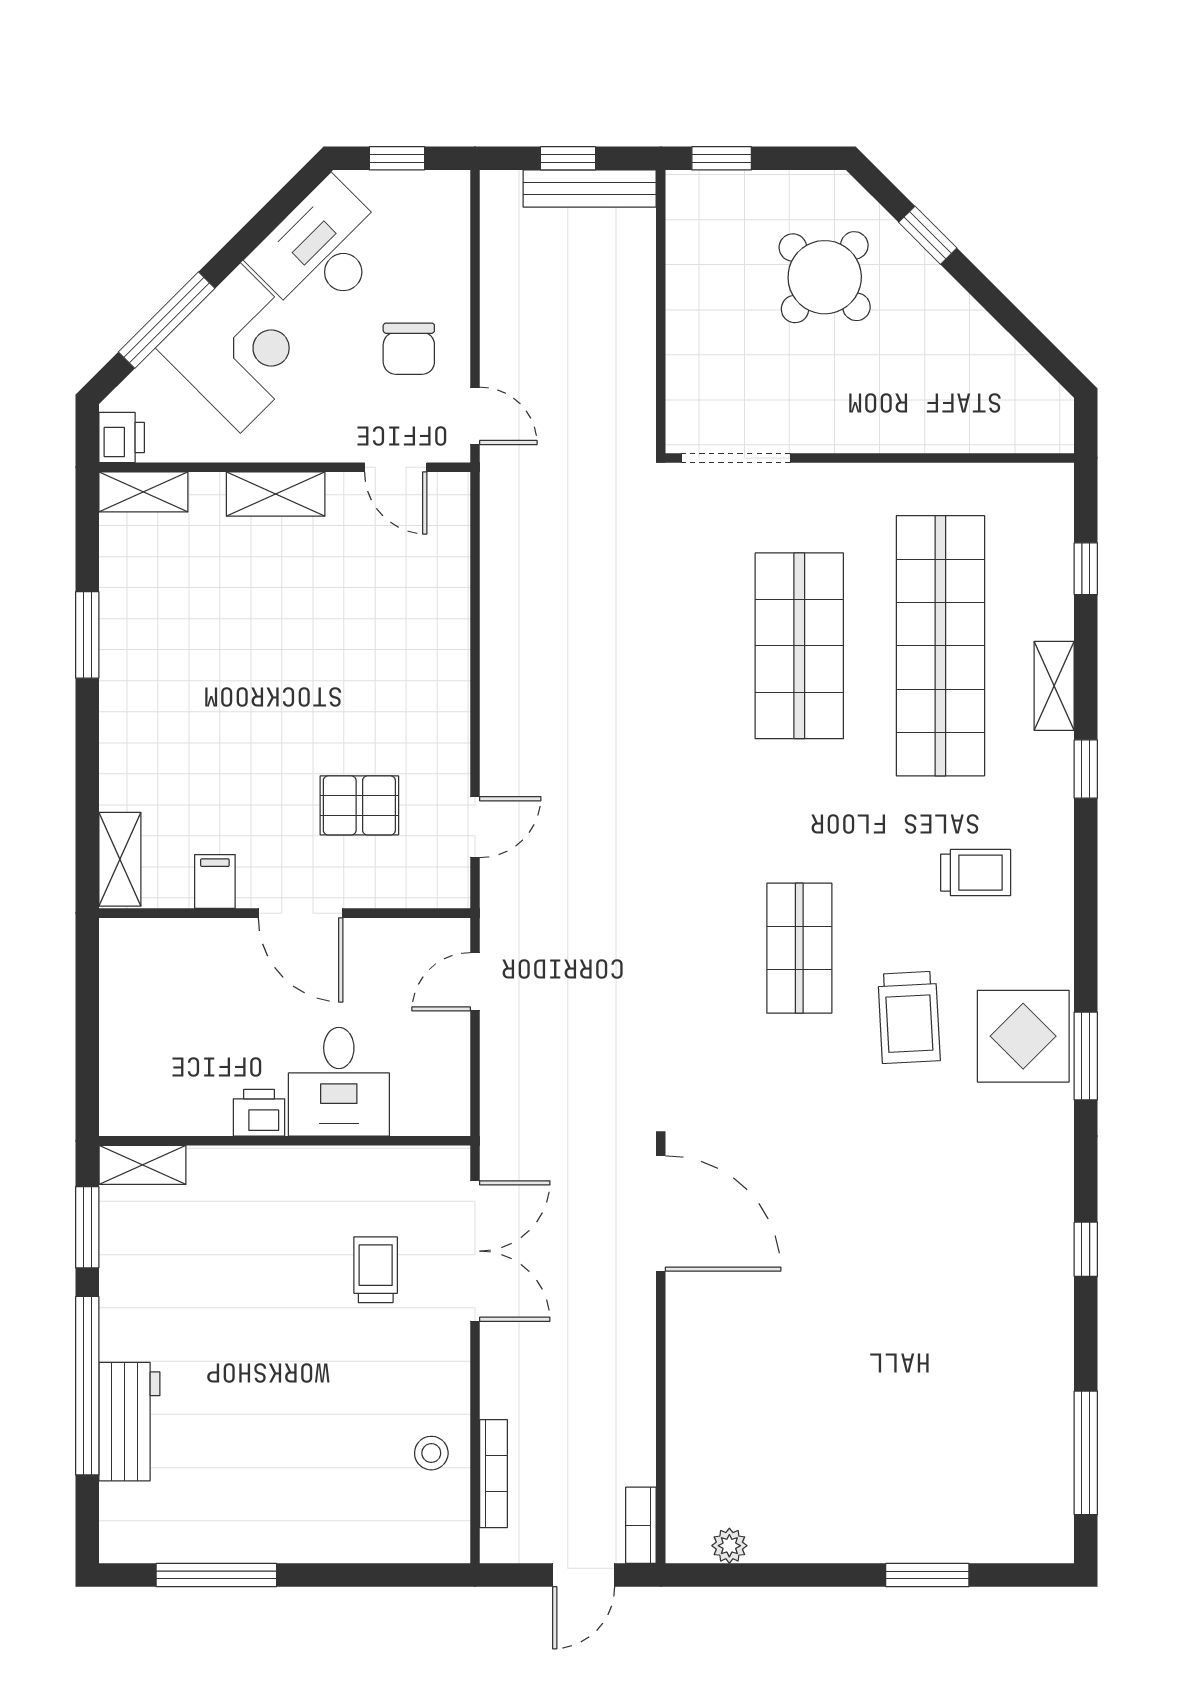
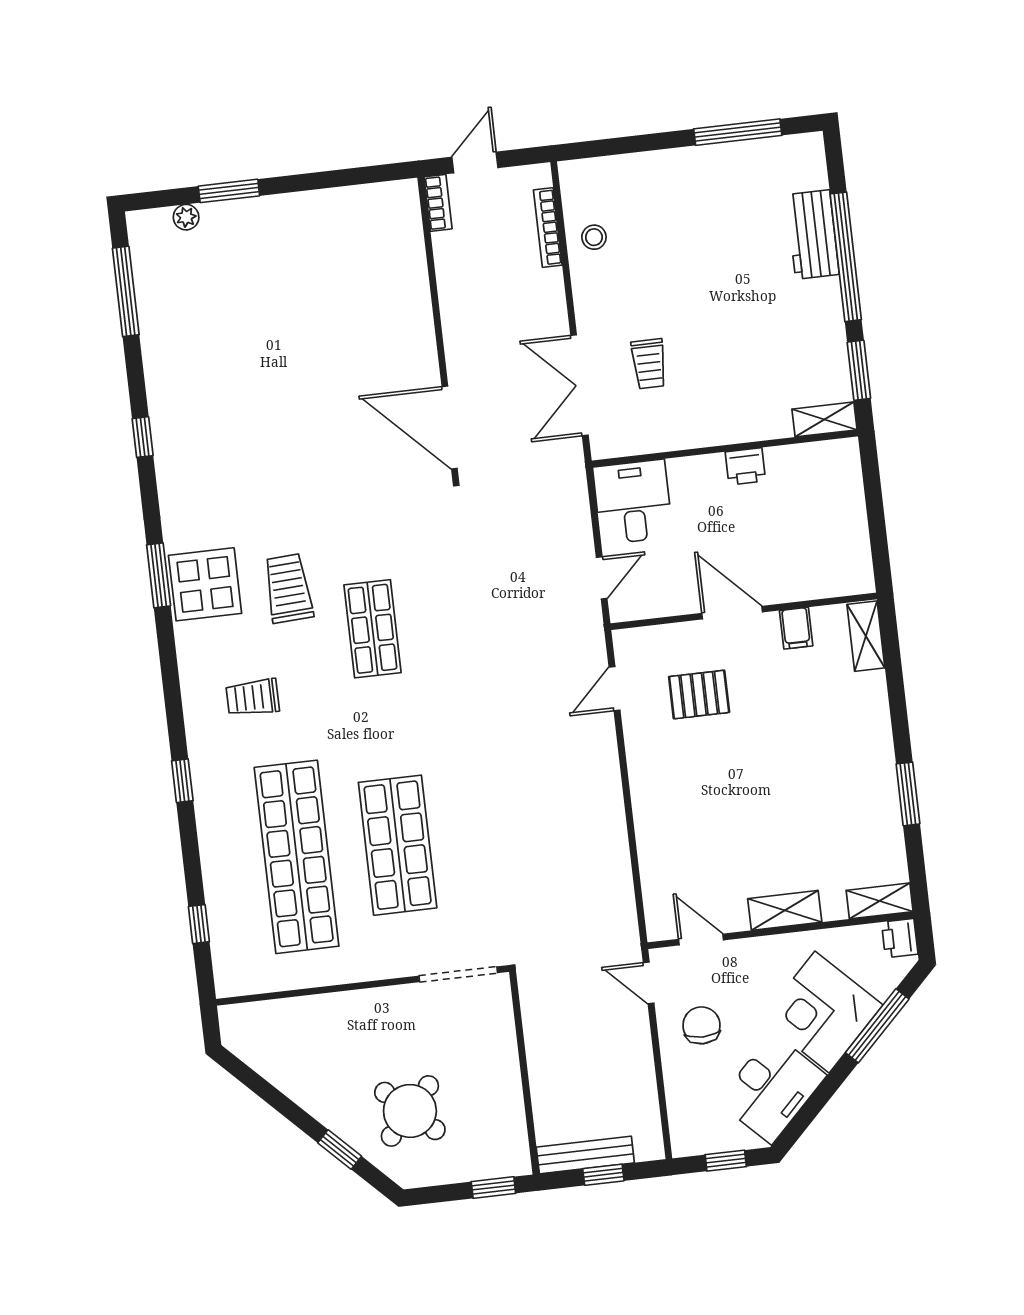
shelving: (1054, 686) -> (212, 838), removed
desk: (339, 1082) -> (633, 502), moved
plant: (729, 1546) -> (186, 217), moved

